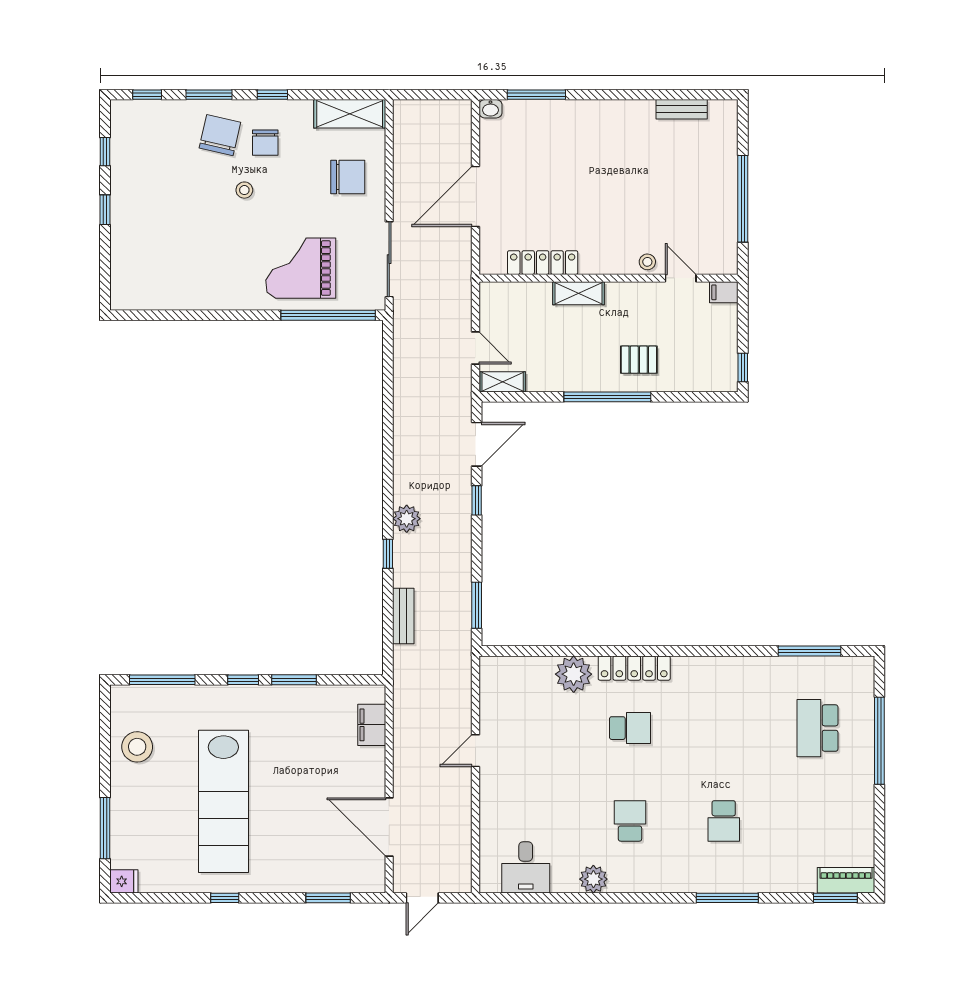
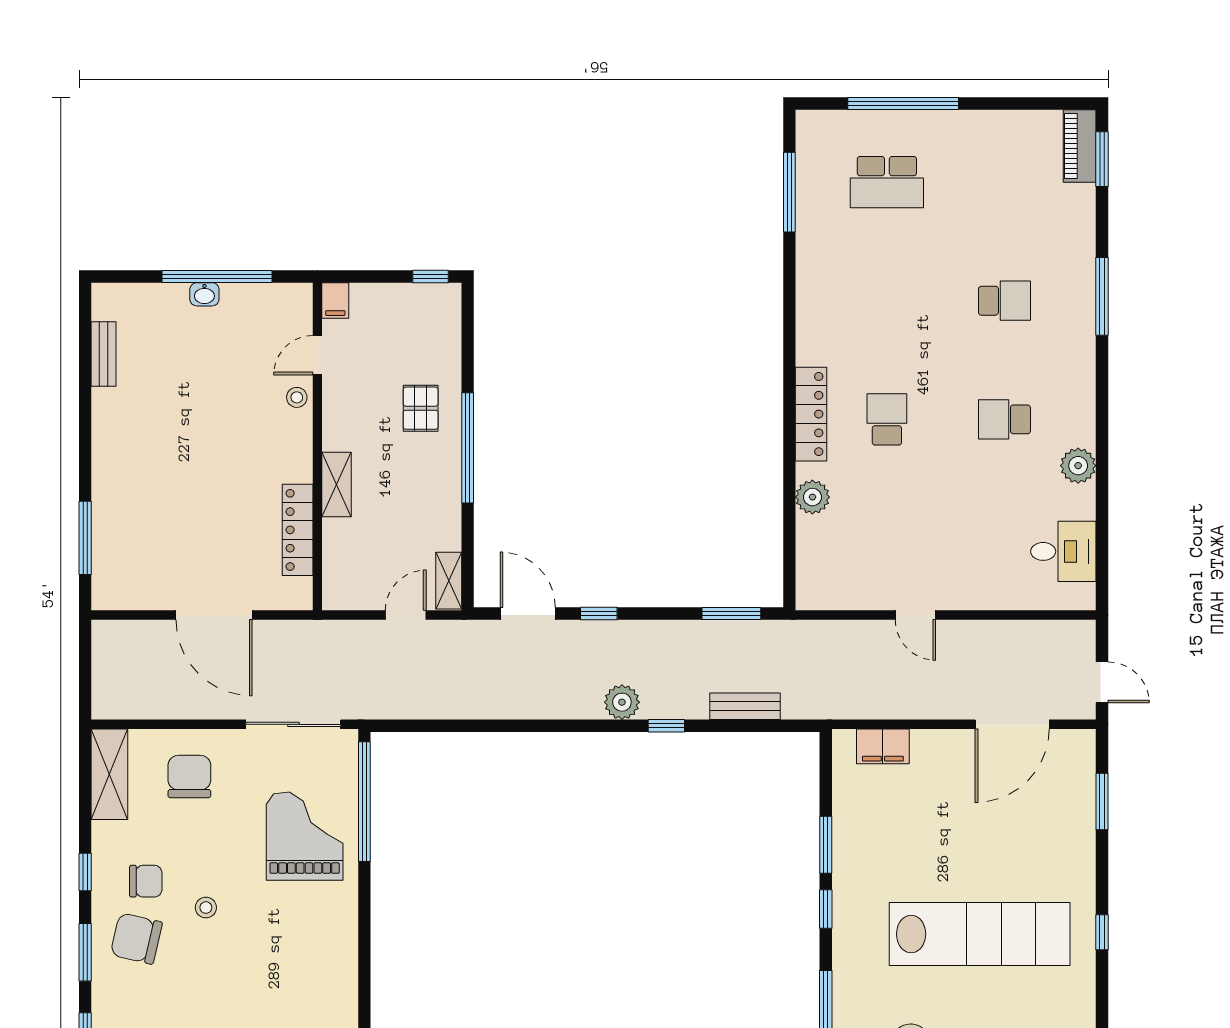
washbasin: (490, 109) -> (204, 294), moved, turned 90
grand piano: (301, 268) -> (305, 836), turned 180
plant: (574, 674) -> (812, 497), width x0.73, depth x0.73

